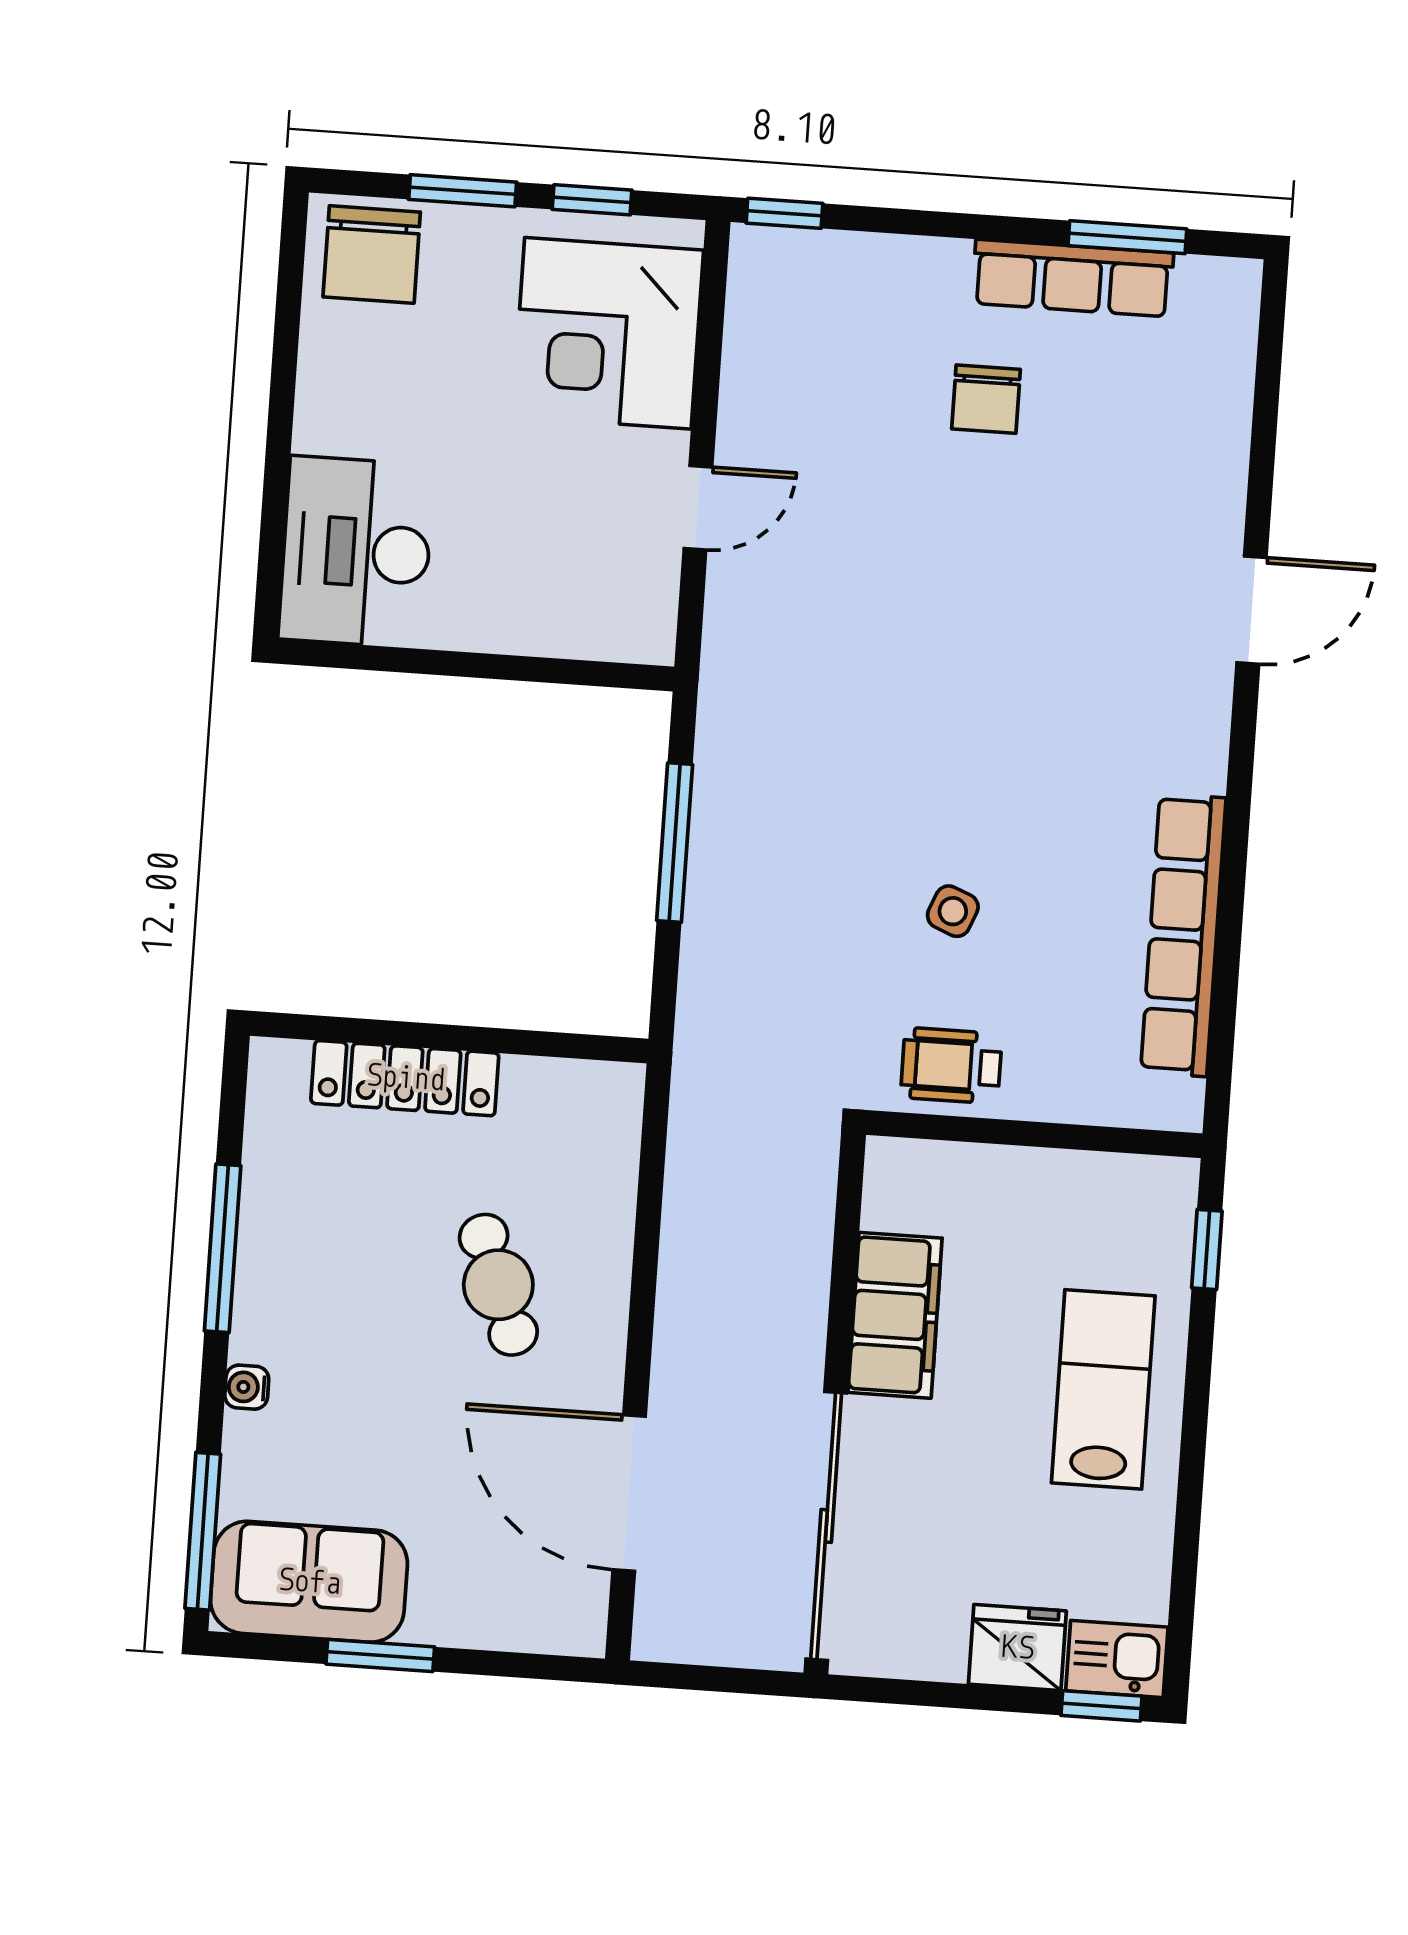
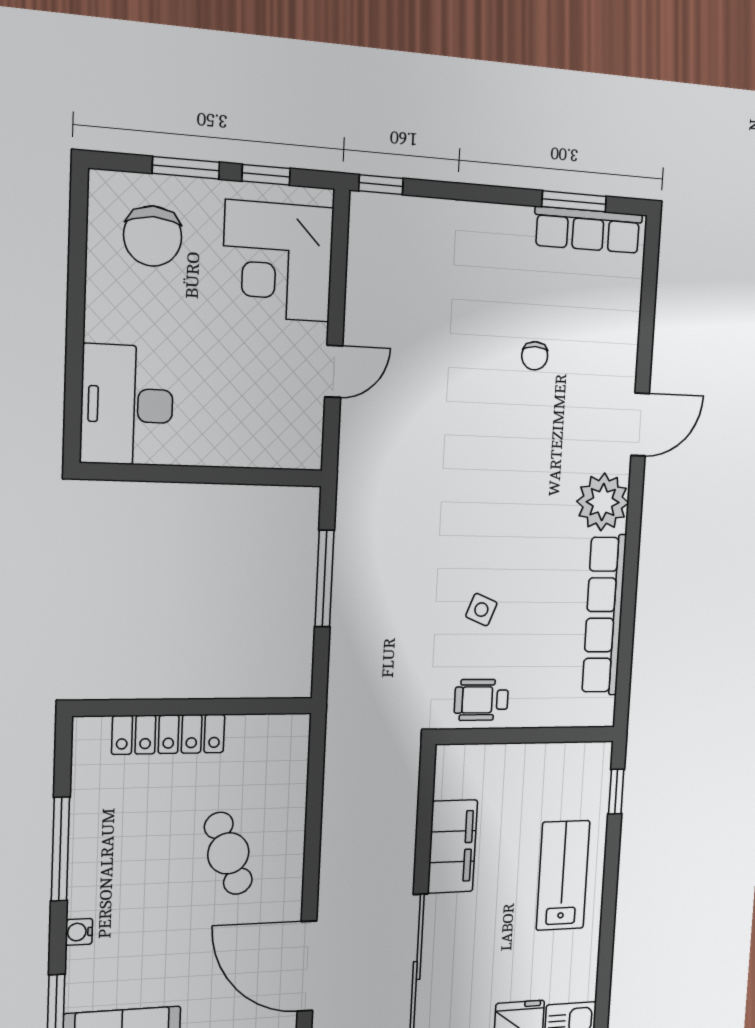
chair: (372, 254) -> (153, 236), moved
row of seats: (1073, 278) -> (588, 230), moved
chair: (986, 399) -> (535, 356), moved, width x0.73, depth x0.73
plant: (1180, 740) -> (603, 502), added

